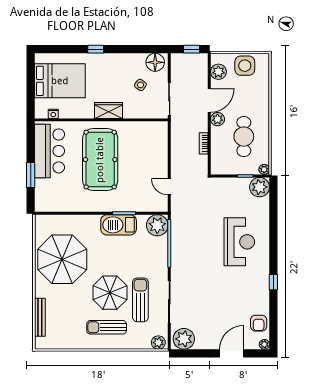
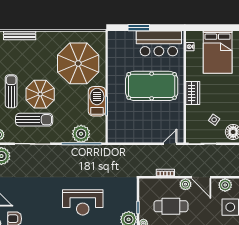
door: (169, 187) -> (170, 144), moved
plant: (157, 225) -> (81, 134), moved
parasol: (62, 259) -> (78, 63), moved

